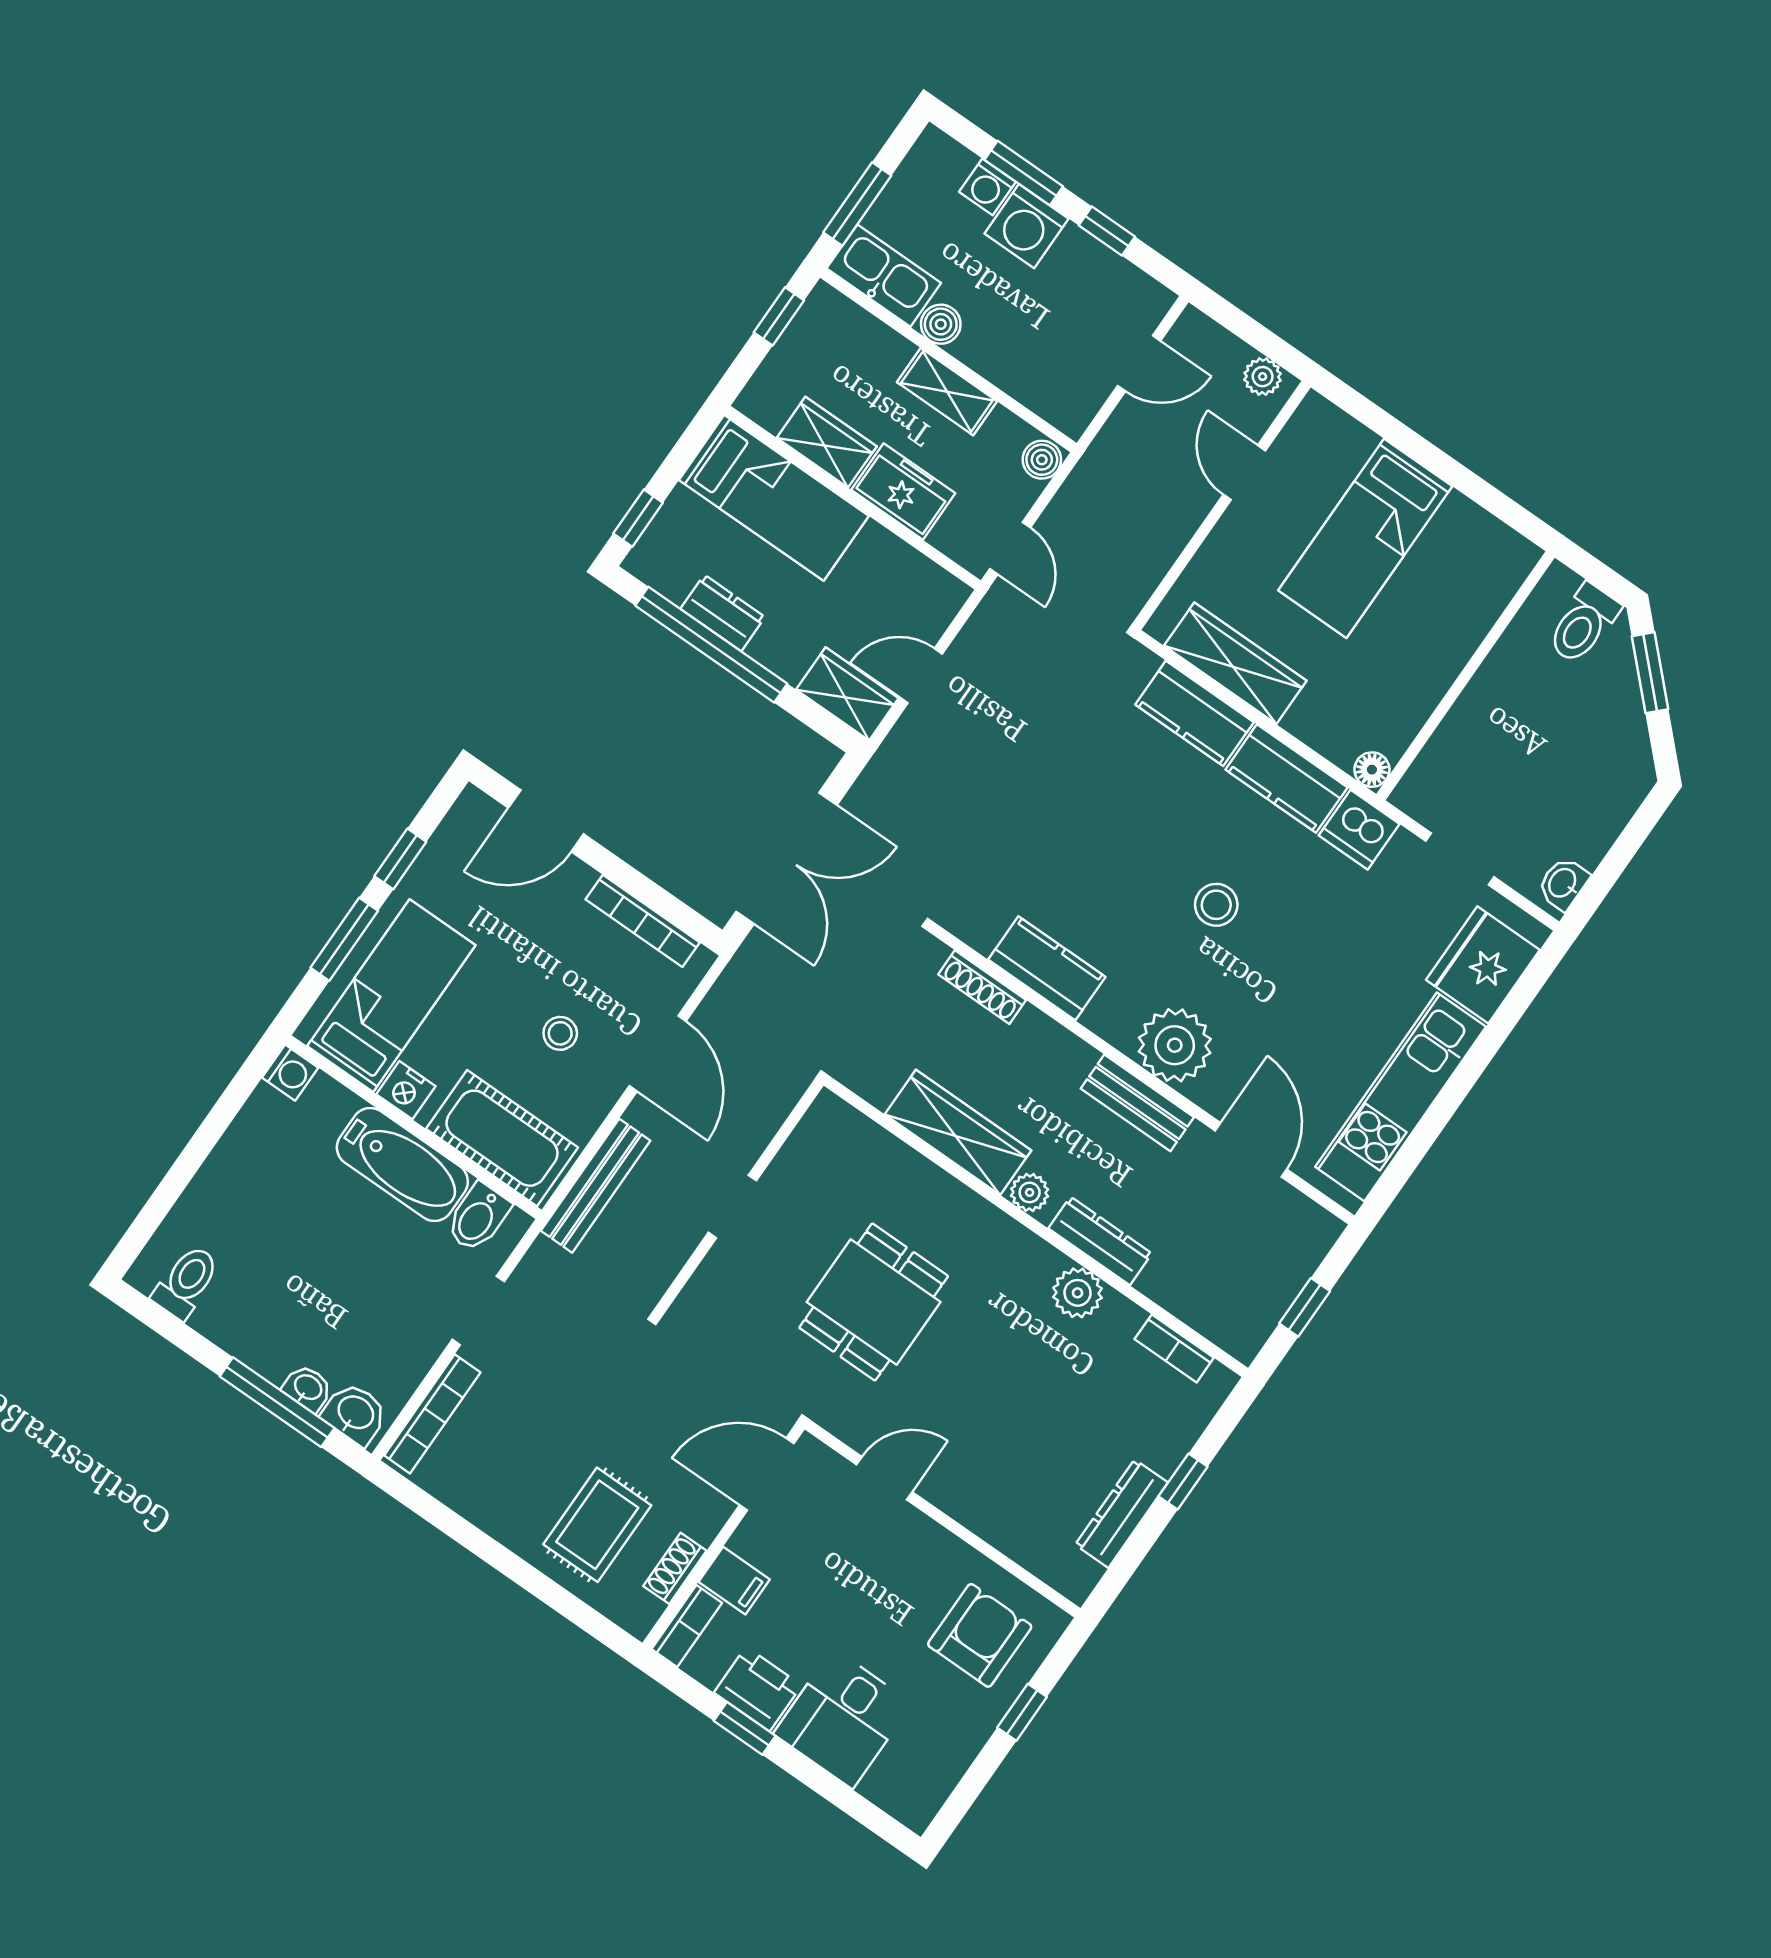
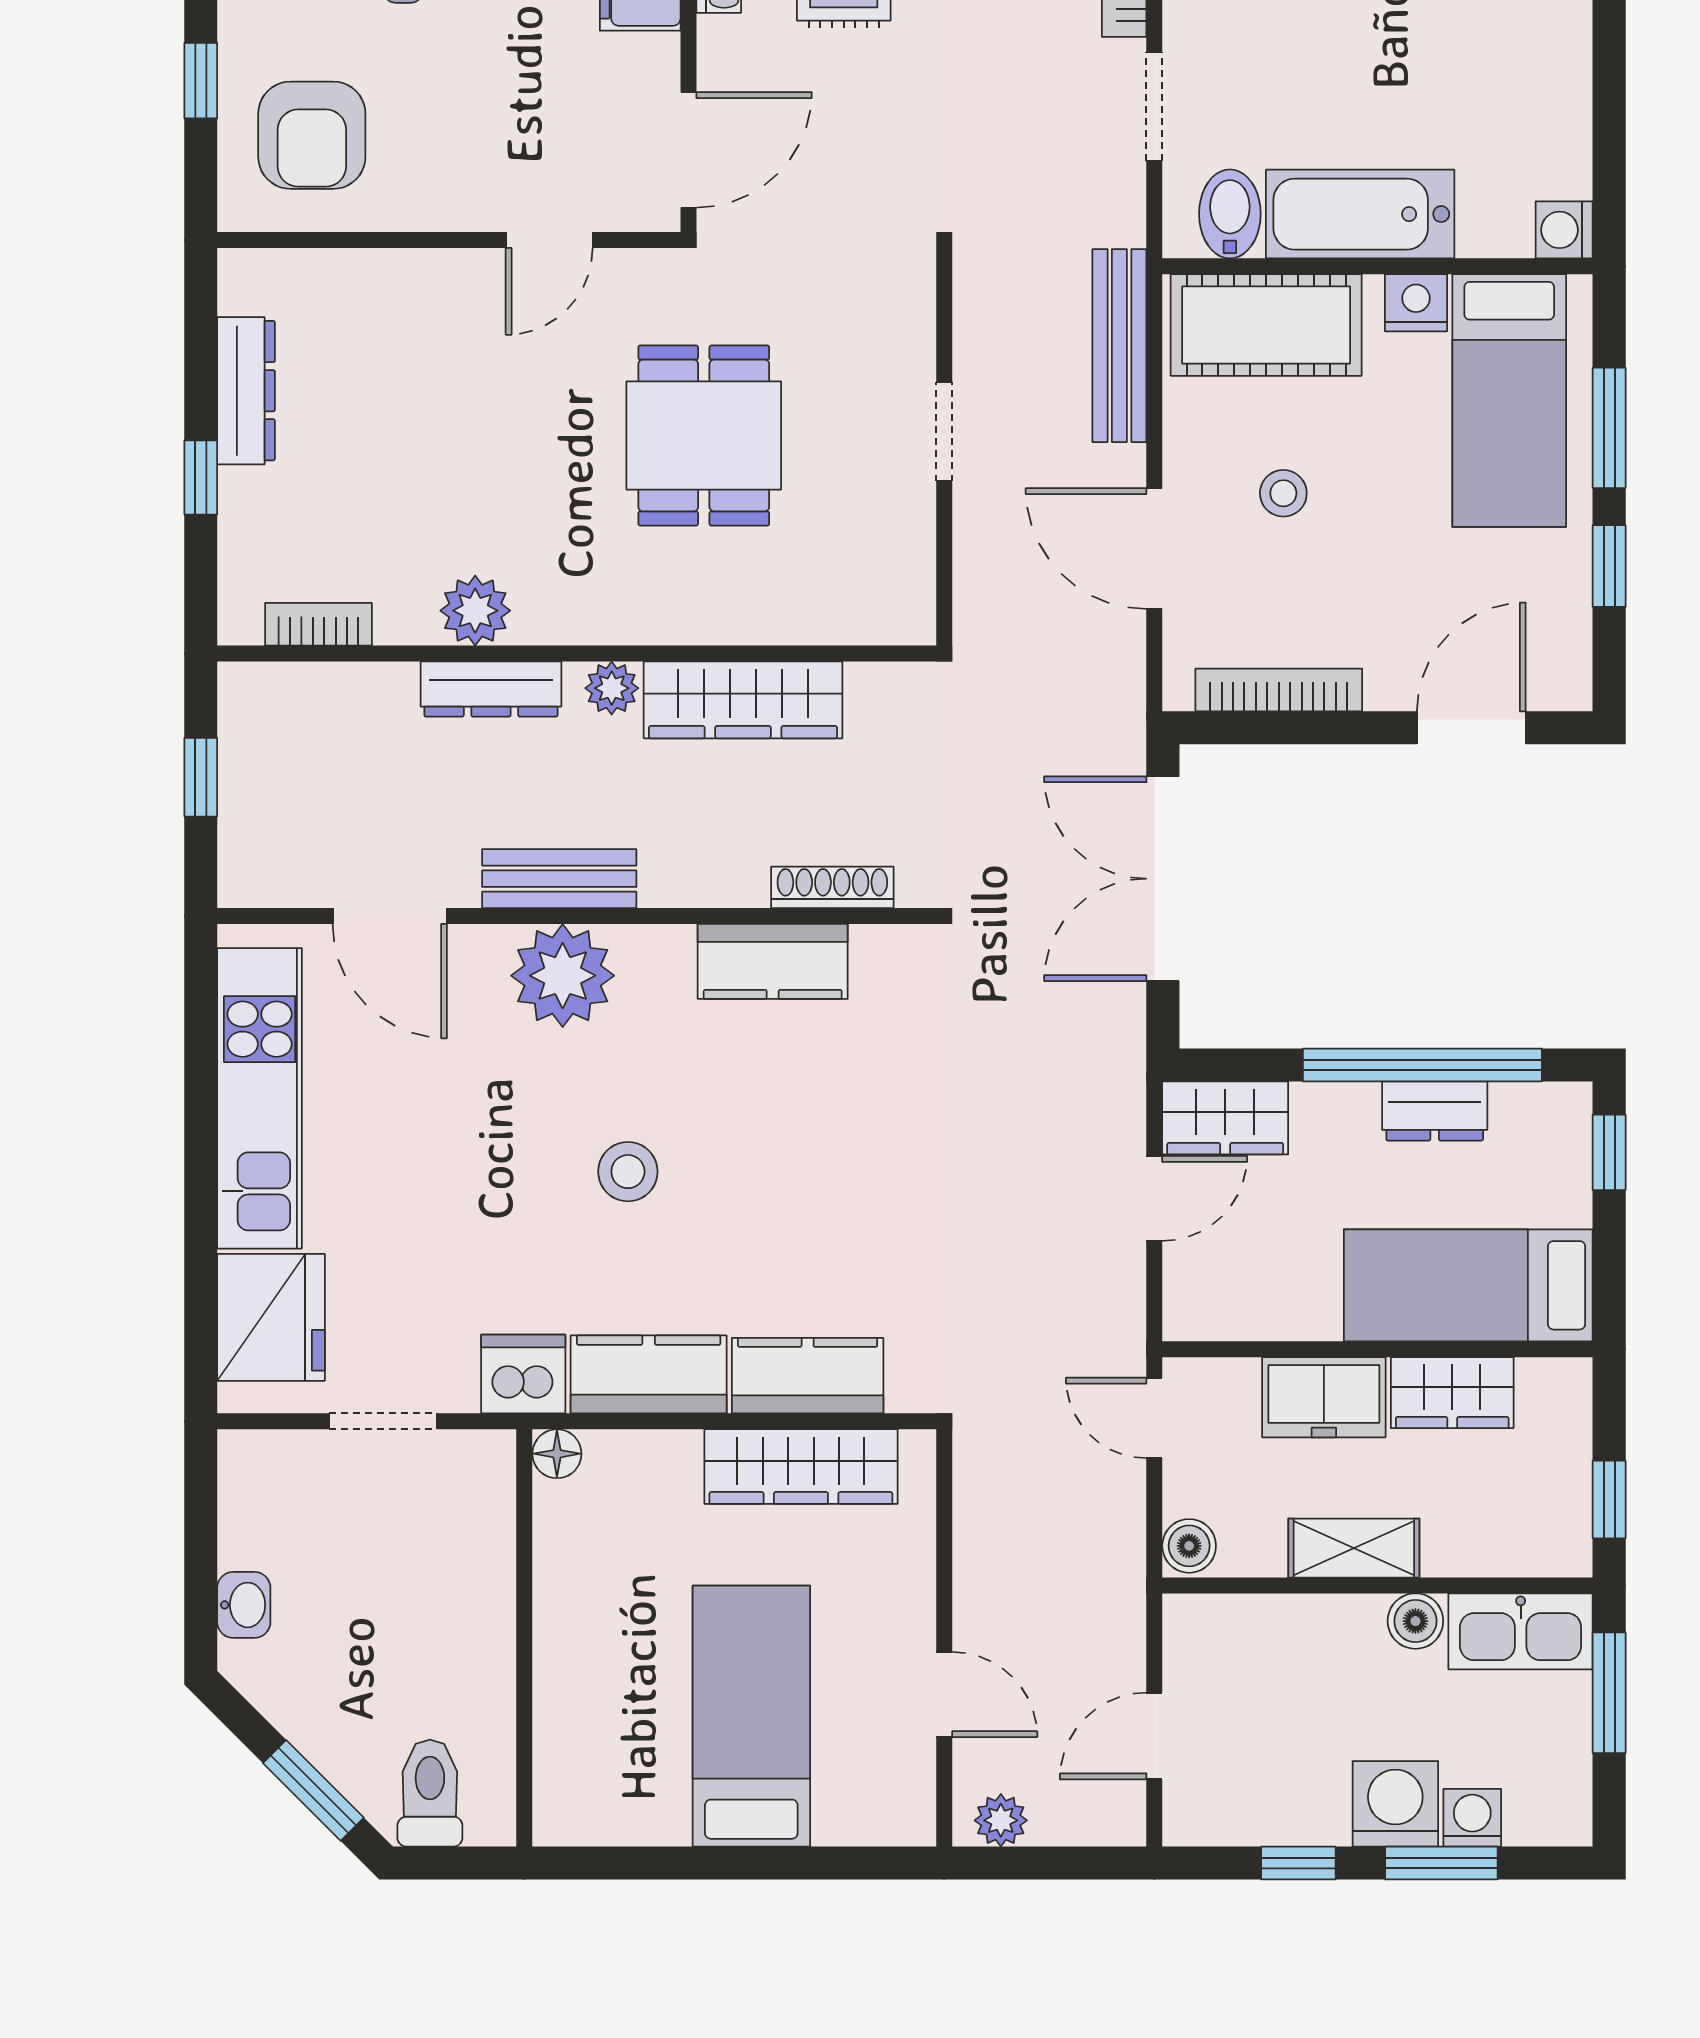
washbasin: (1563, 883) -> (244, 1605), moved

